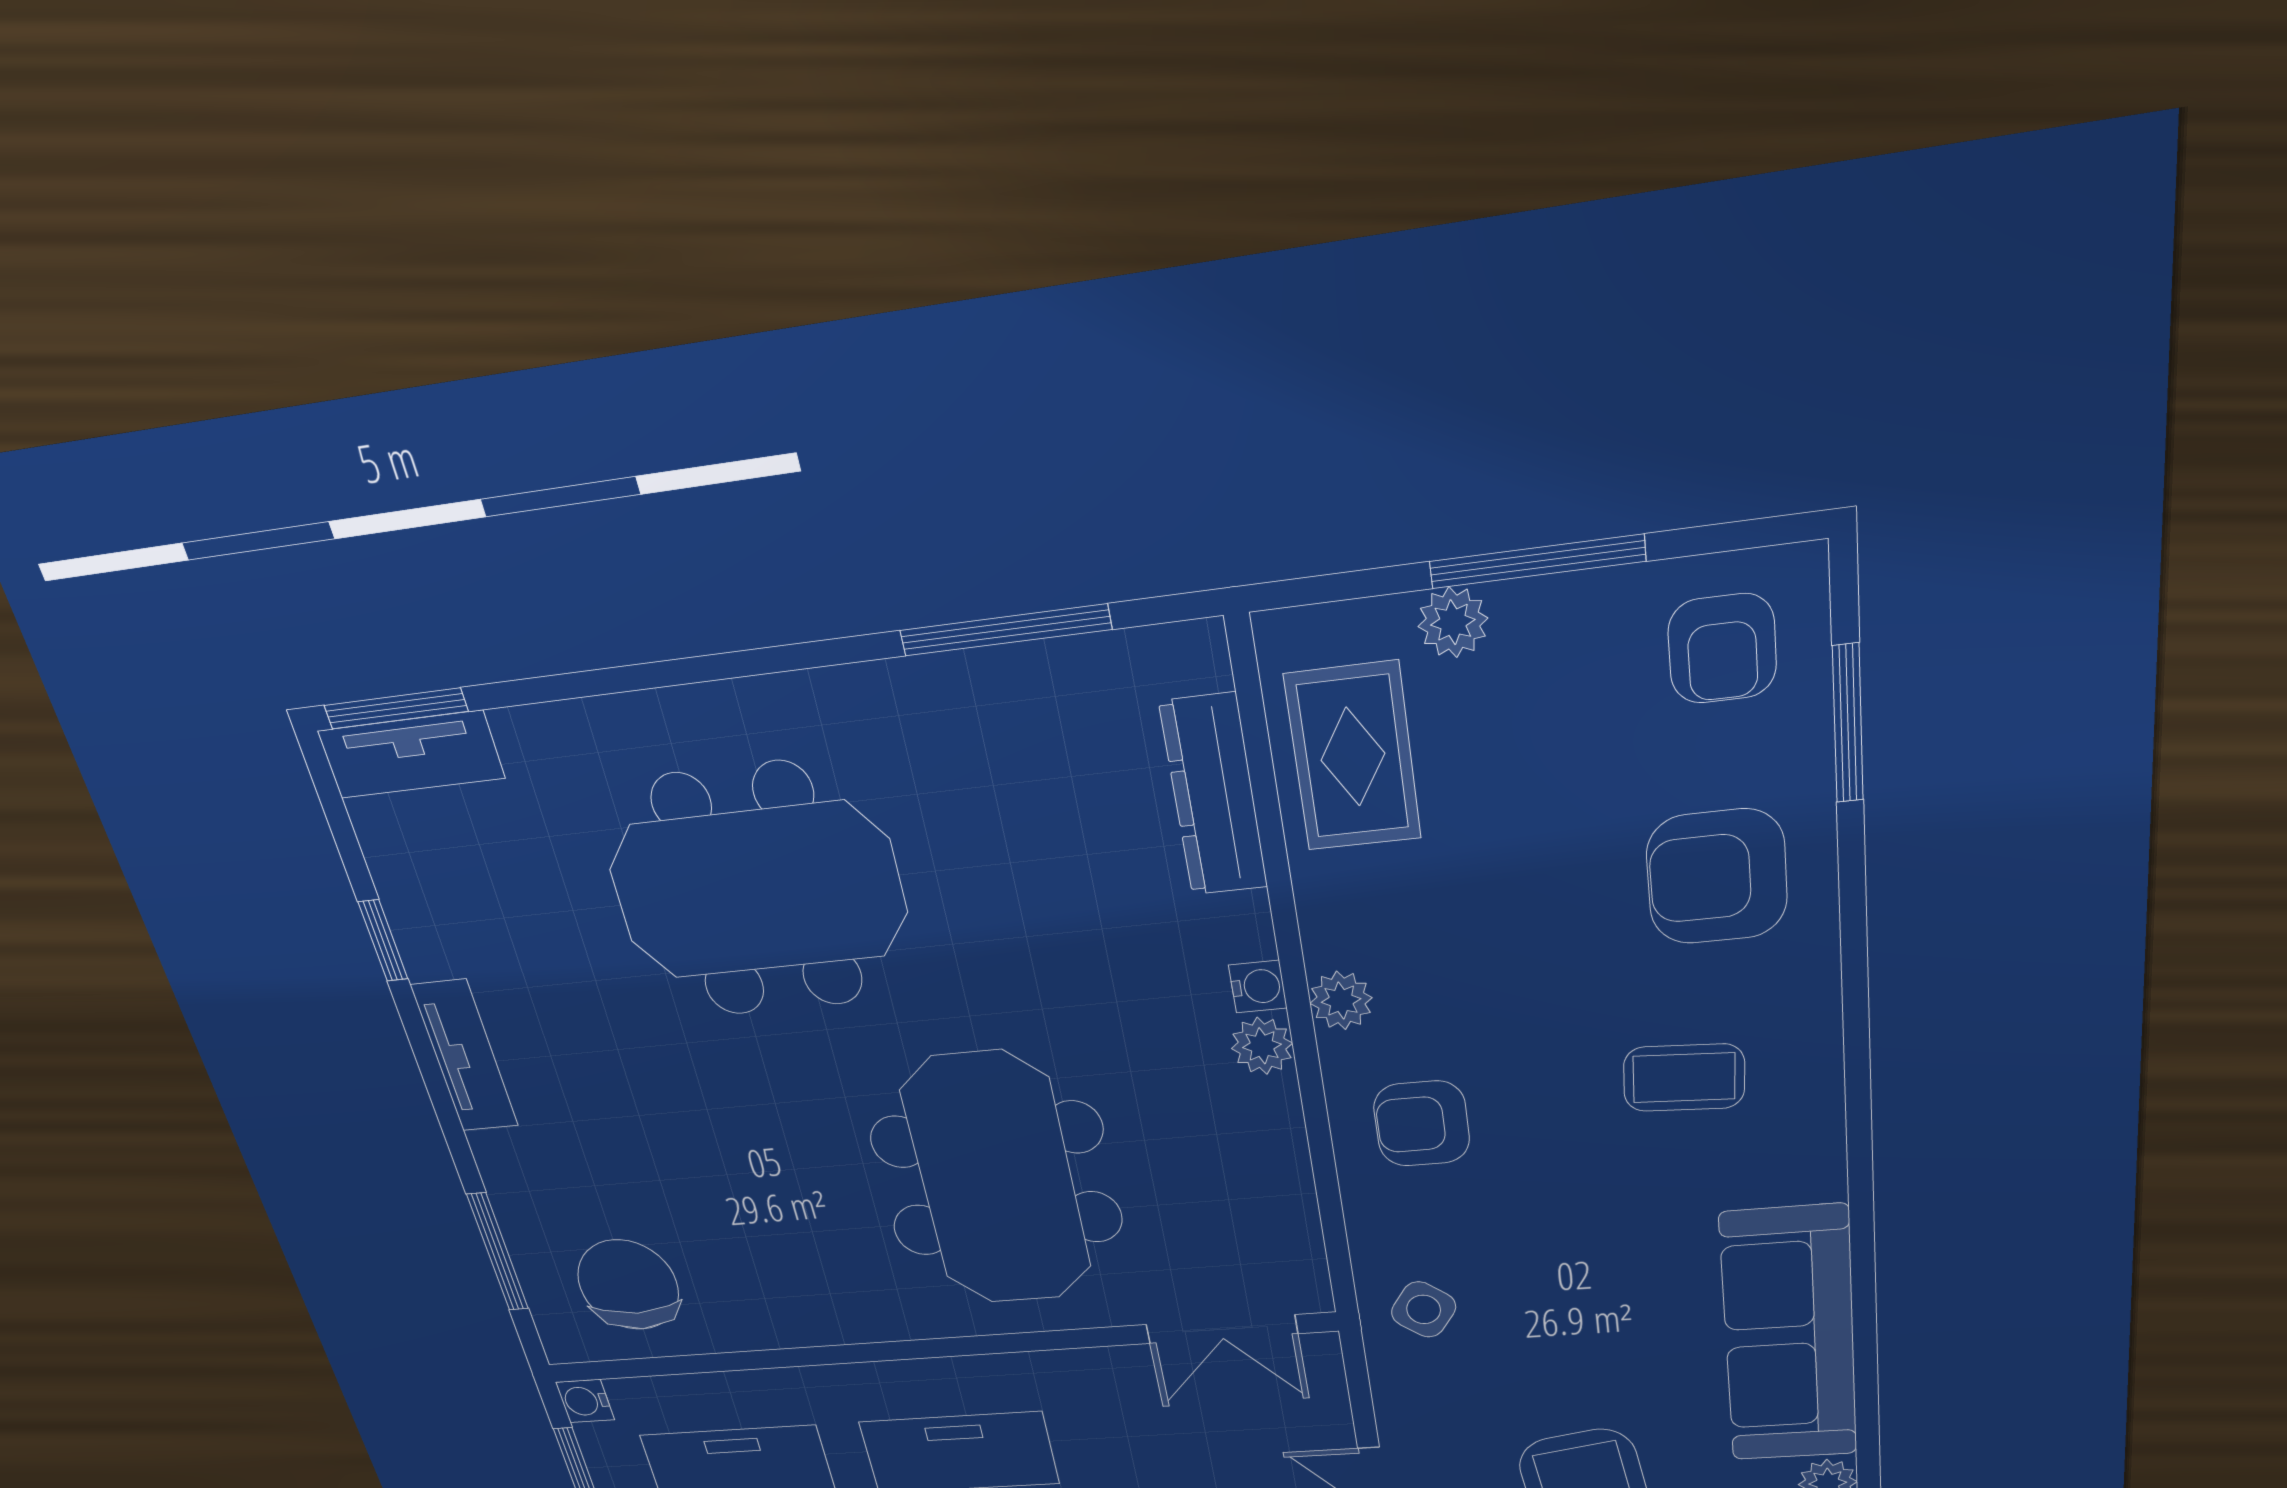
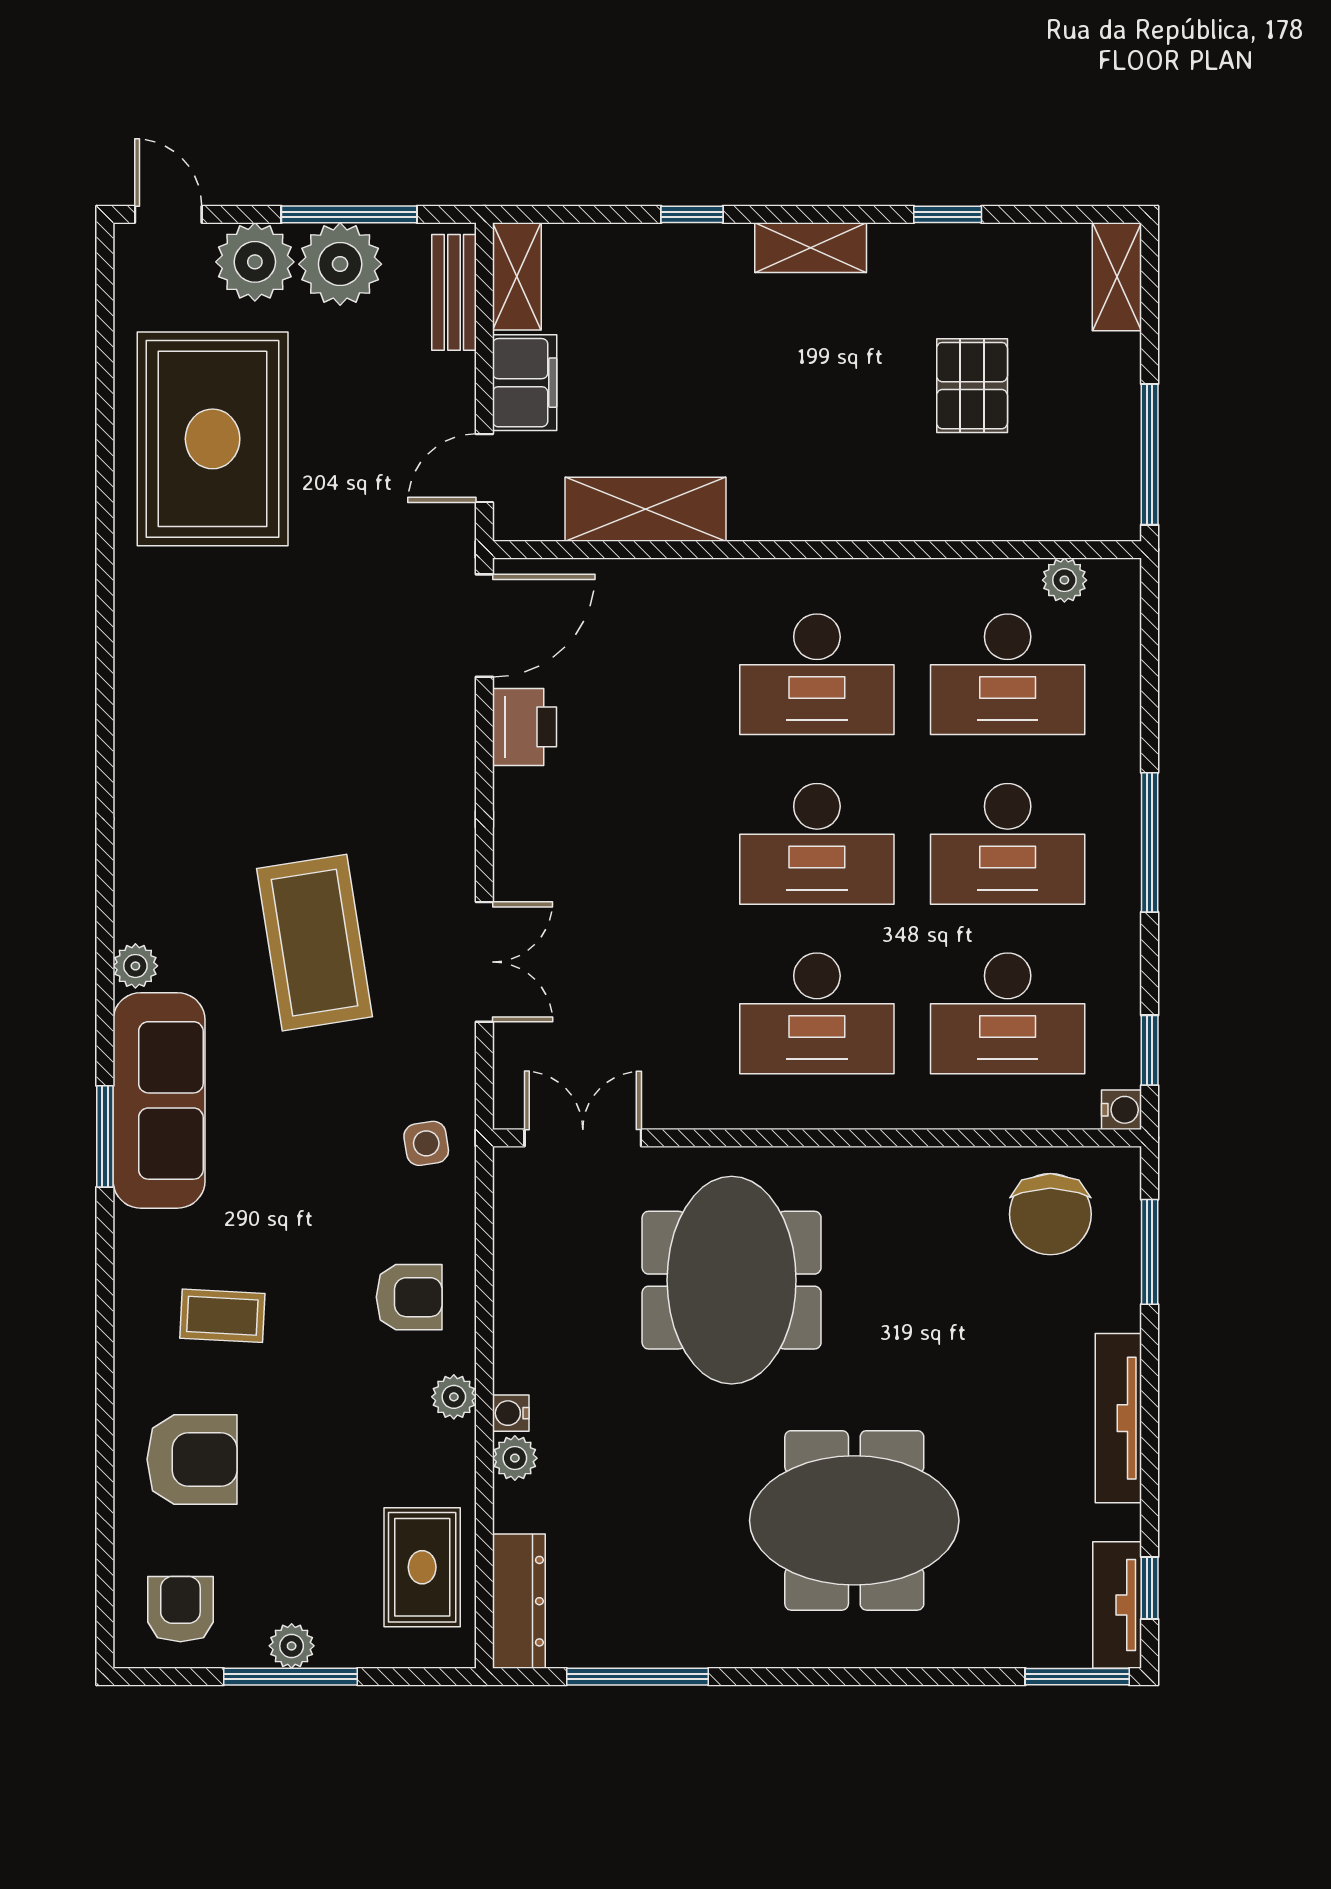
plant: (1453, 622) -> (292, 1646), moved
window: (1848, 724) -> (105, 1136), moved
tv unit: (411, 755) -> (1117, 1605), moved, turned -90
dresser: (1214, 795) -> (519, 1601), moved
window: (383, 941) -> (1150, 1588), moved
plant: (1262, 1046) -> (515, 1458), moved
tv unit: (465, 1056) -> (1118, 1418), width x1.41
side table: (1424, 1309) -> (426, 1143), turned 45

